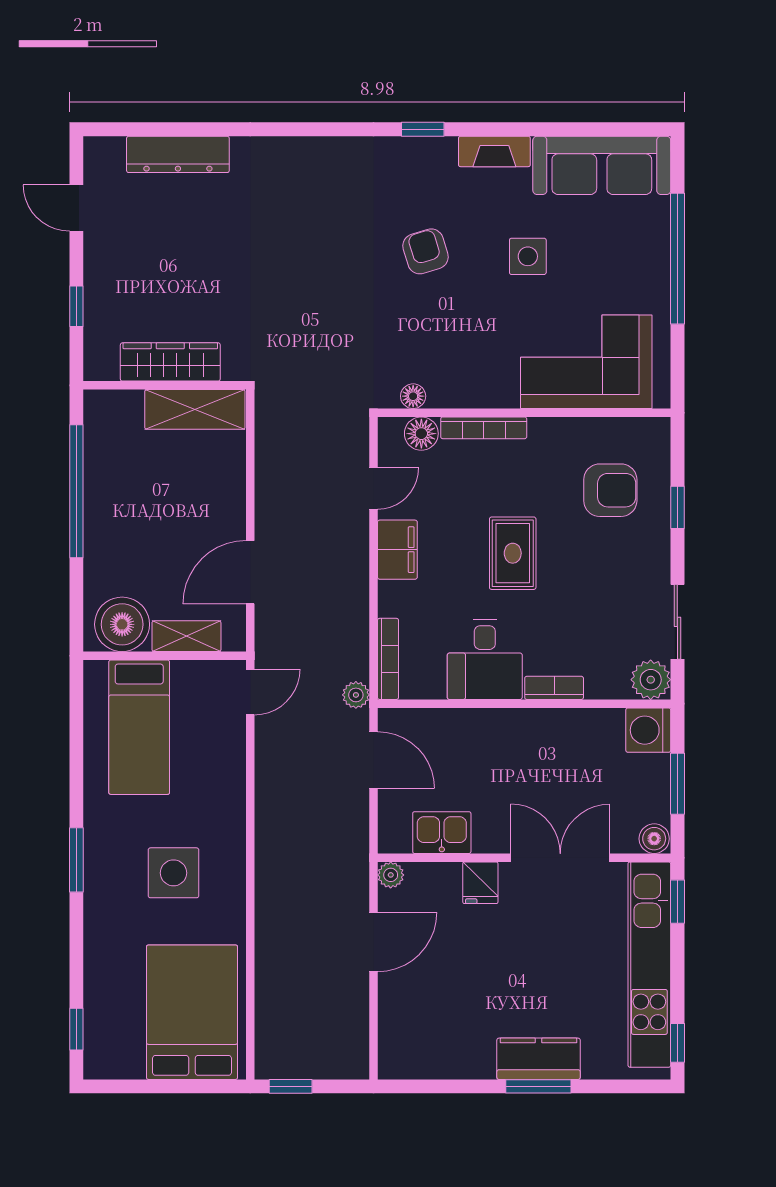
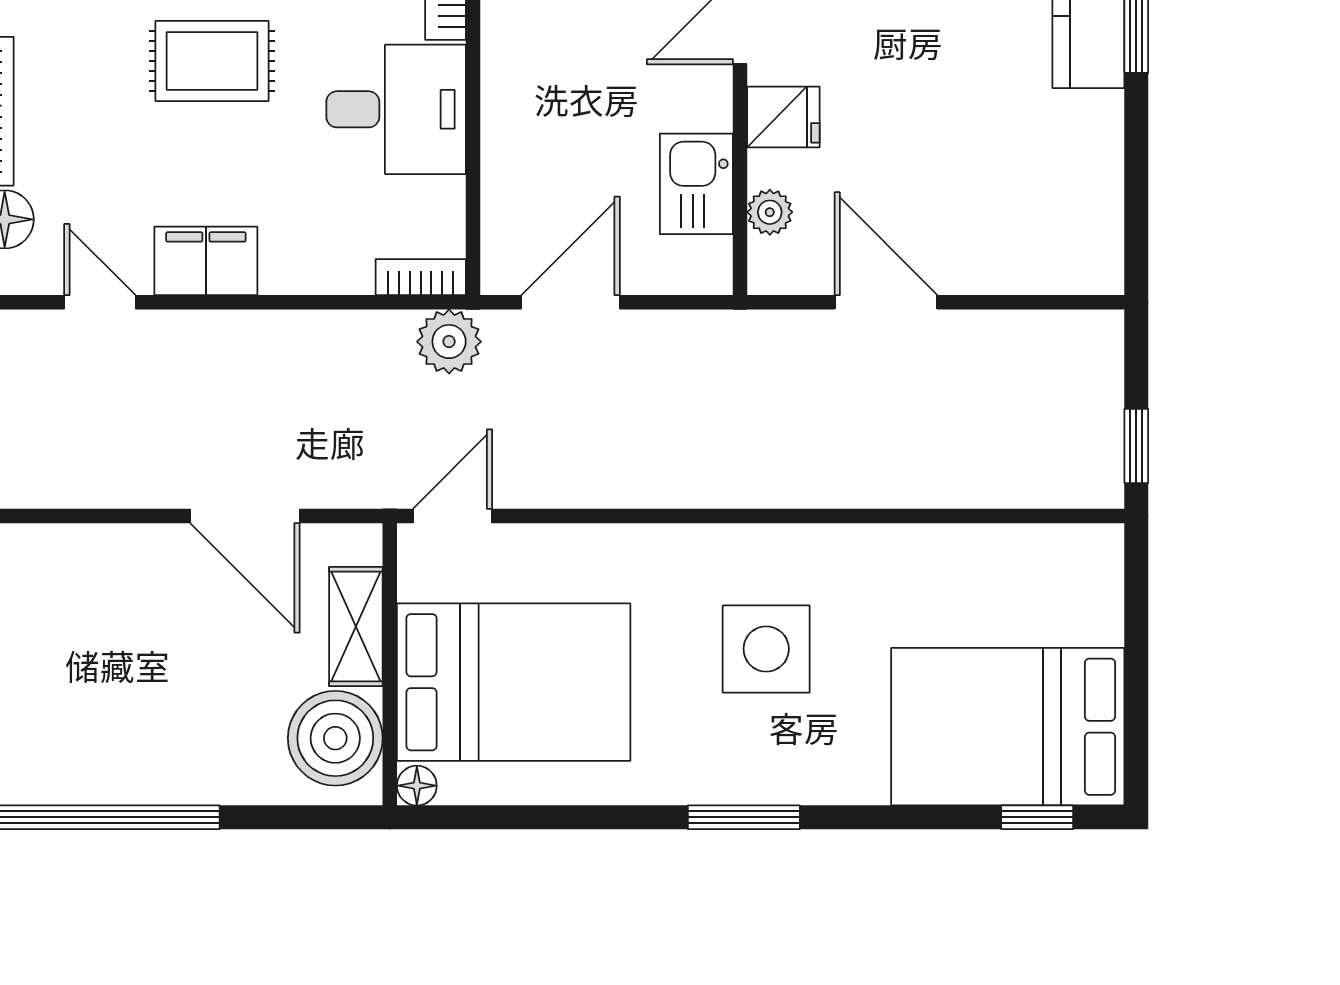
bookcase: (388, 659) -> (421, 277), width x0.64
floor lamp: (95, 671) -> (417, 786), added
door: (250, 692) -> (453, 516), hinge flipped
plant: (356, 695) -> (449, 342), width x1.38, depth x1.38
bed: (139, 727) -> (514, 682), width x1.50
plant: (391, 875) -> (770, 212), moved
bed: (192, 1012) -> (1008, 727), moved

